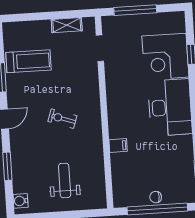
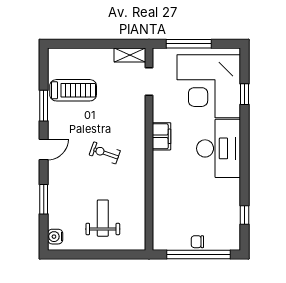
shelving: (67, 25) -> (130, 55), moved
corner desk: (165, 57) -> (209, 86), width x1.36, depth x1.36
filing cabinet: (118, 145) -> (161, 136), moved, width x2.00

